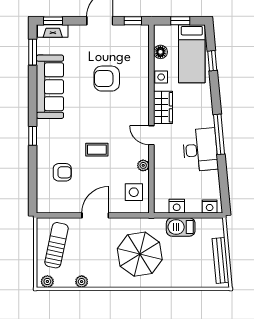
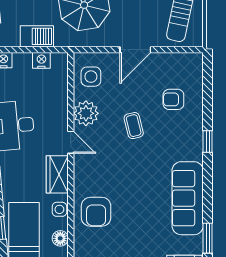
armchair: (107, 79) -> (96, 212), moved, turned 90
coffee table: (97, 150) -> (134, 126), turned 76
plant: (143, 165) -> (86, 113), width x1.87, depth x1.87

